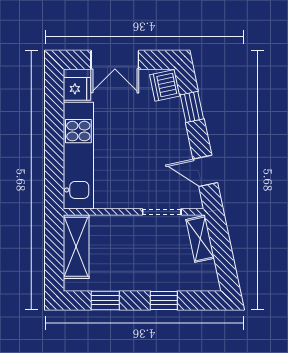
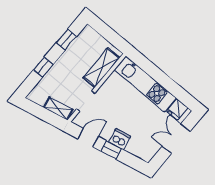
dishwasher: (165, 85) -> (120, 139), moved
window: (192, 107) -> (111, 150), moved
shelving: (76, 247) -> (101, 68), moved, turned 90

